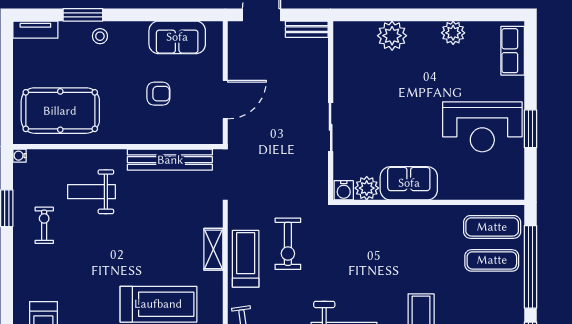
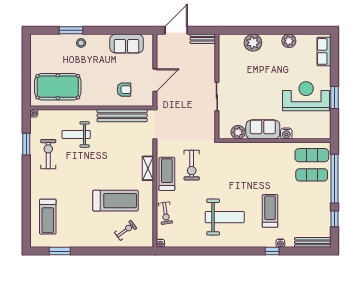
tv unit: (35, 30) -> (43, 39), removed
armchair: (158, 94) -> (124, 90), moved
reception desk: (482, 127) -> (306, 96), turned 180
water cooler: (344, 190) -> (286, 134), moved
exercise bike: (44, 225) -> (48, 154), width x1.38, depth x1.39

